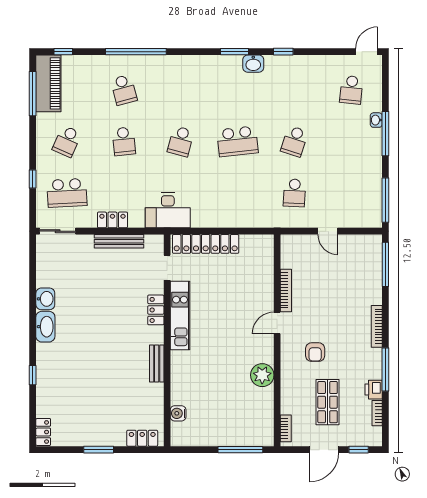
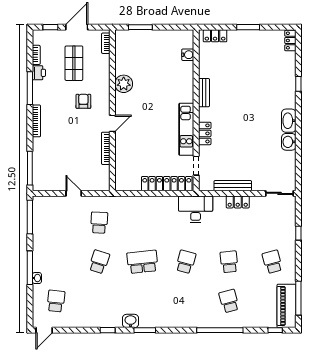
school desk: (67, 141) -> (272, 262), turned -39
school desk: (67, 193) -> (272, 223), removed
window: (240, 450) -> (140, 27), width x0.69

